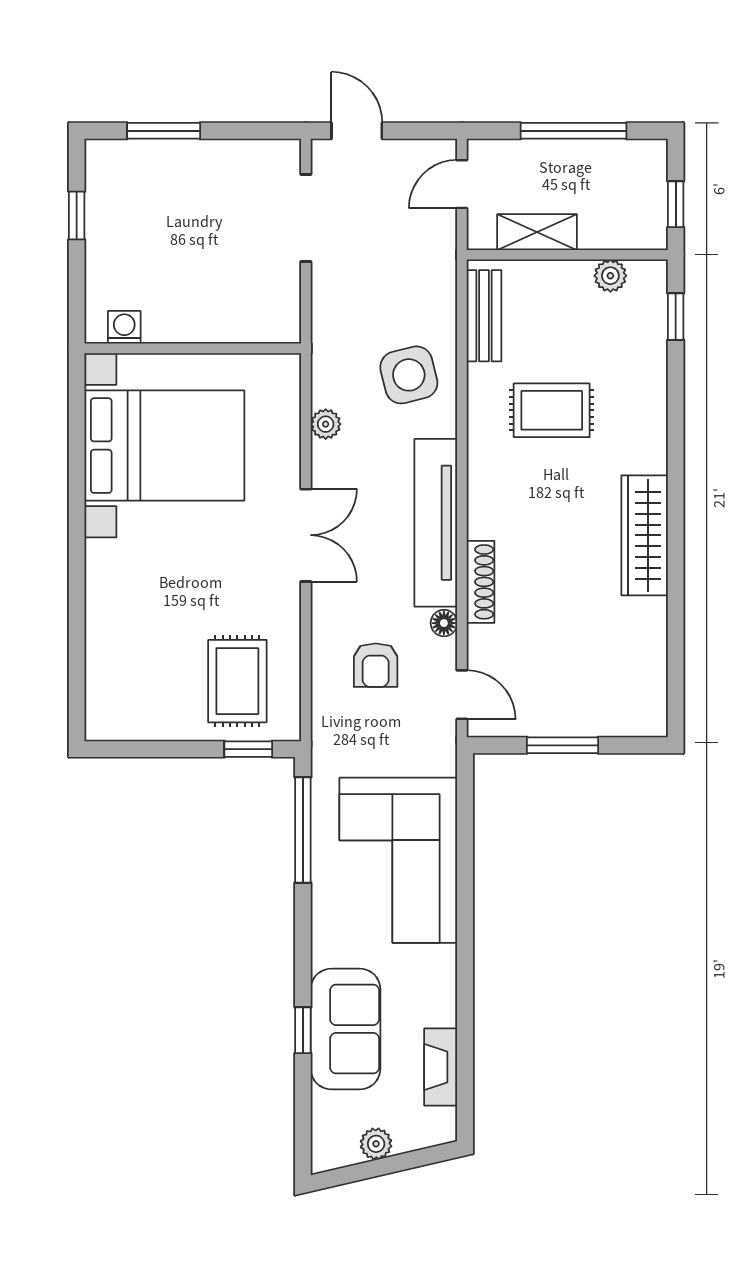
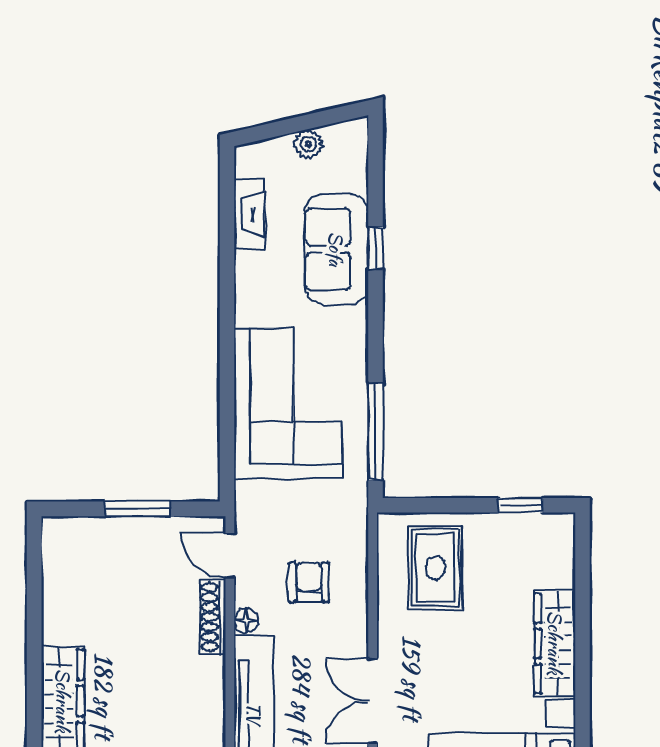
shoe rack: (481, 582) -> (213, 617), moved
wardrobe: (107, 598) -> (555, 643), added
window: (248, 749) -> (521, 505), moved

